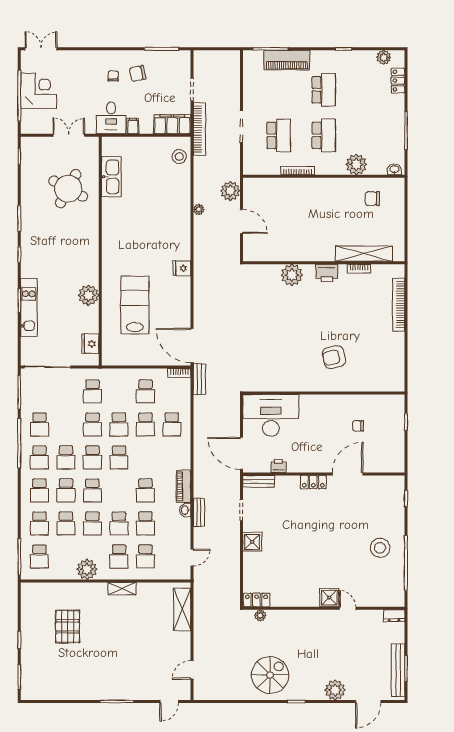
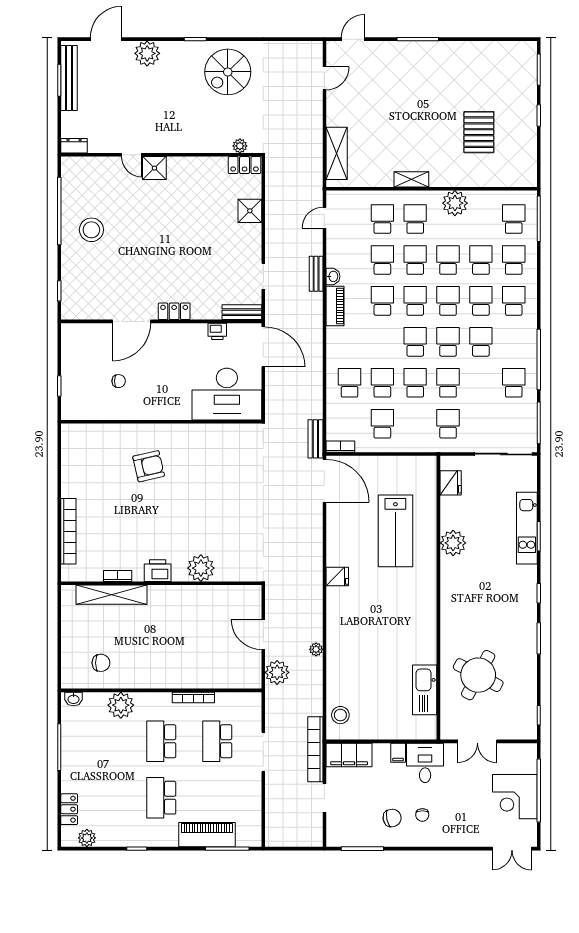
school desk: (39, 457) -> (415, 301), moved
shower: (252, 542) -> (250, 211), moved

